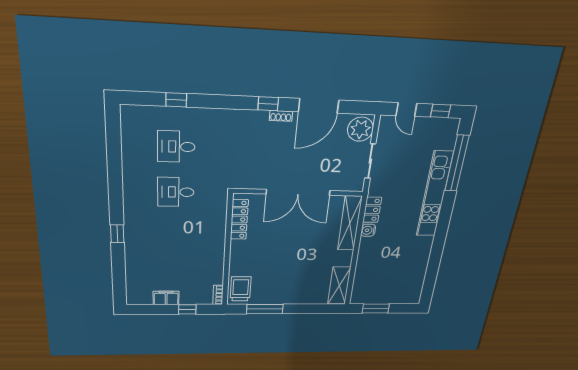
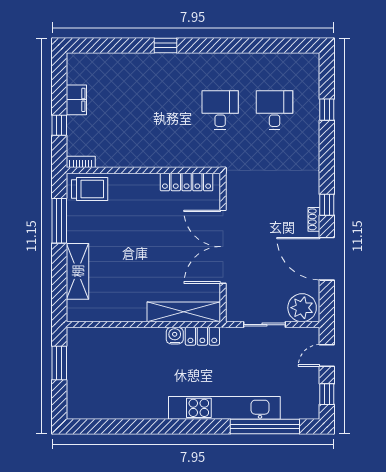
shelving: (339, 286) -> (77, 271), moved, turned 90

